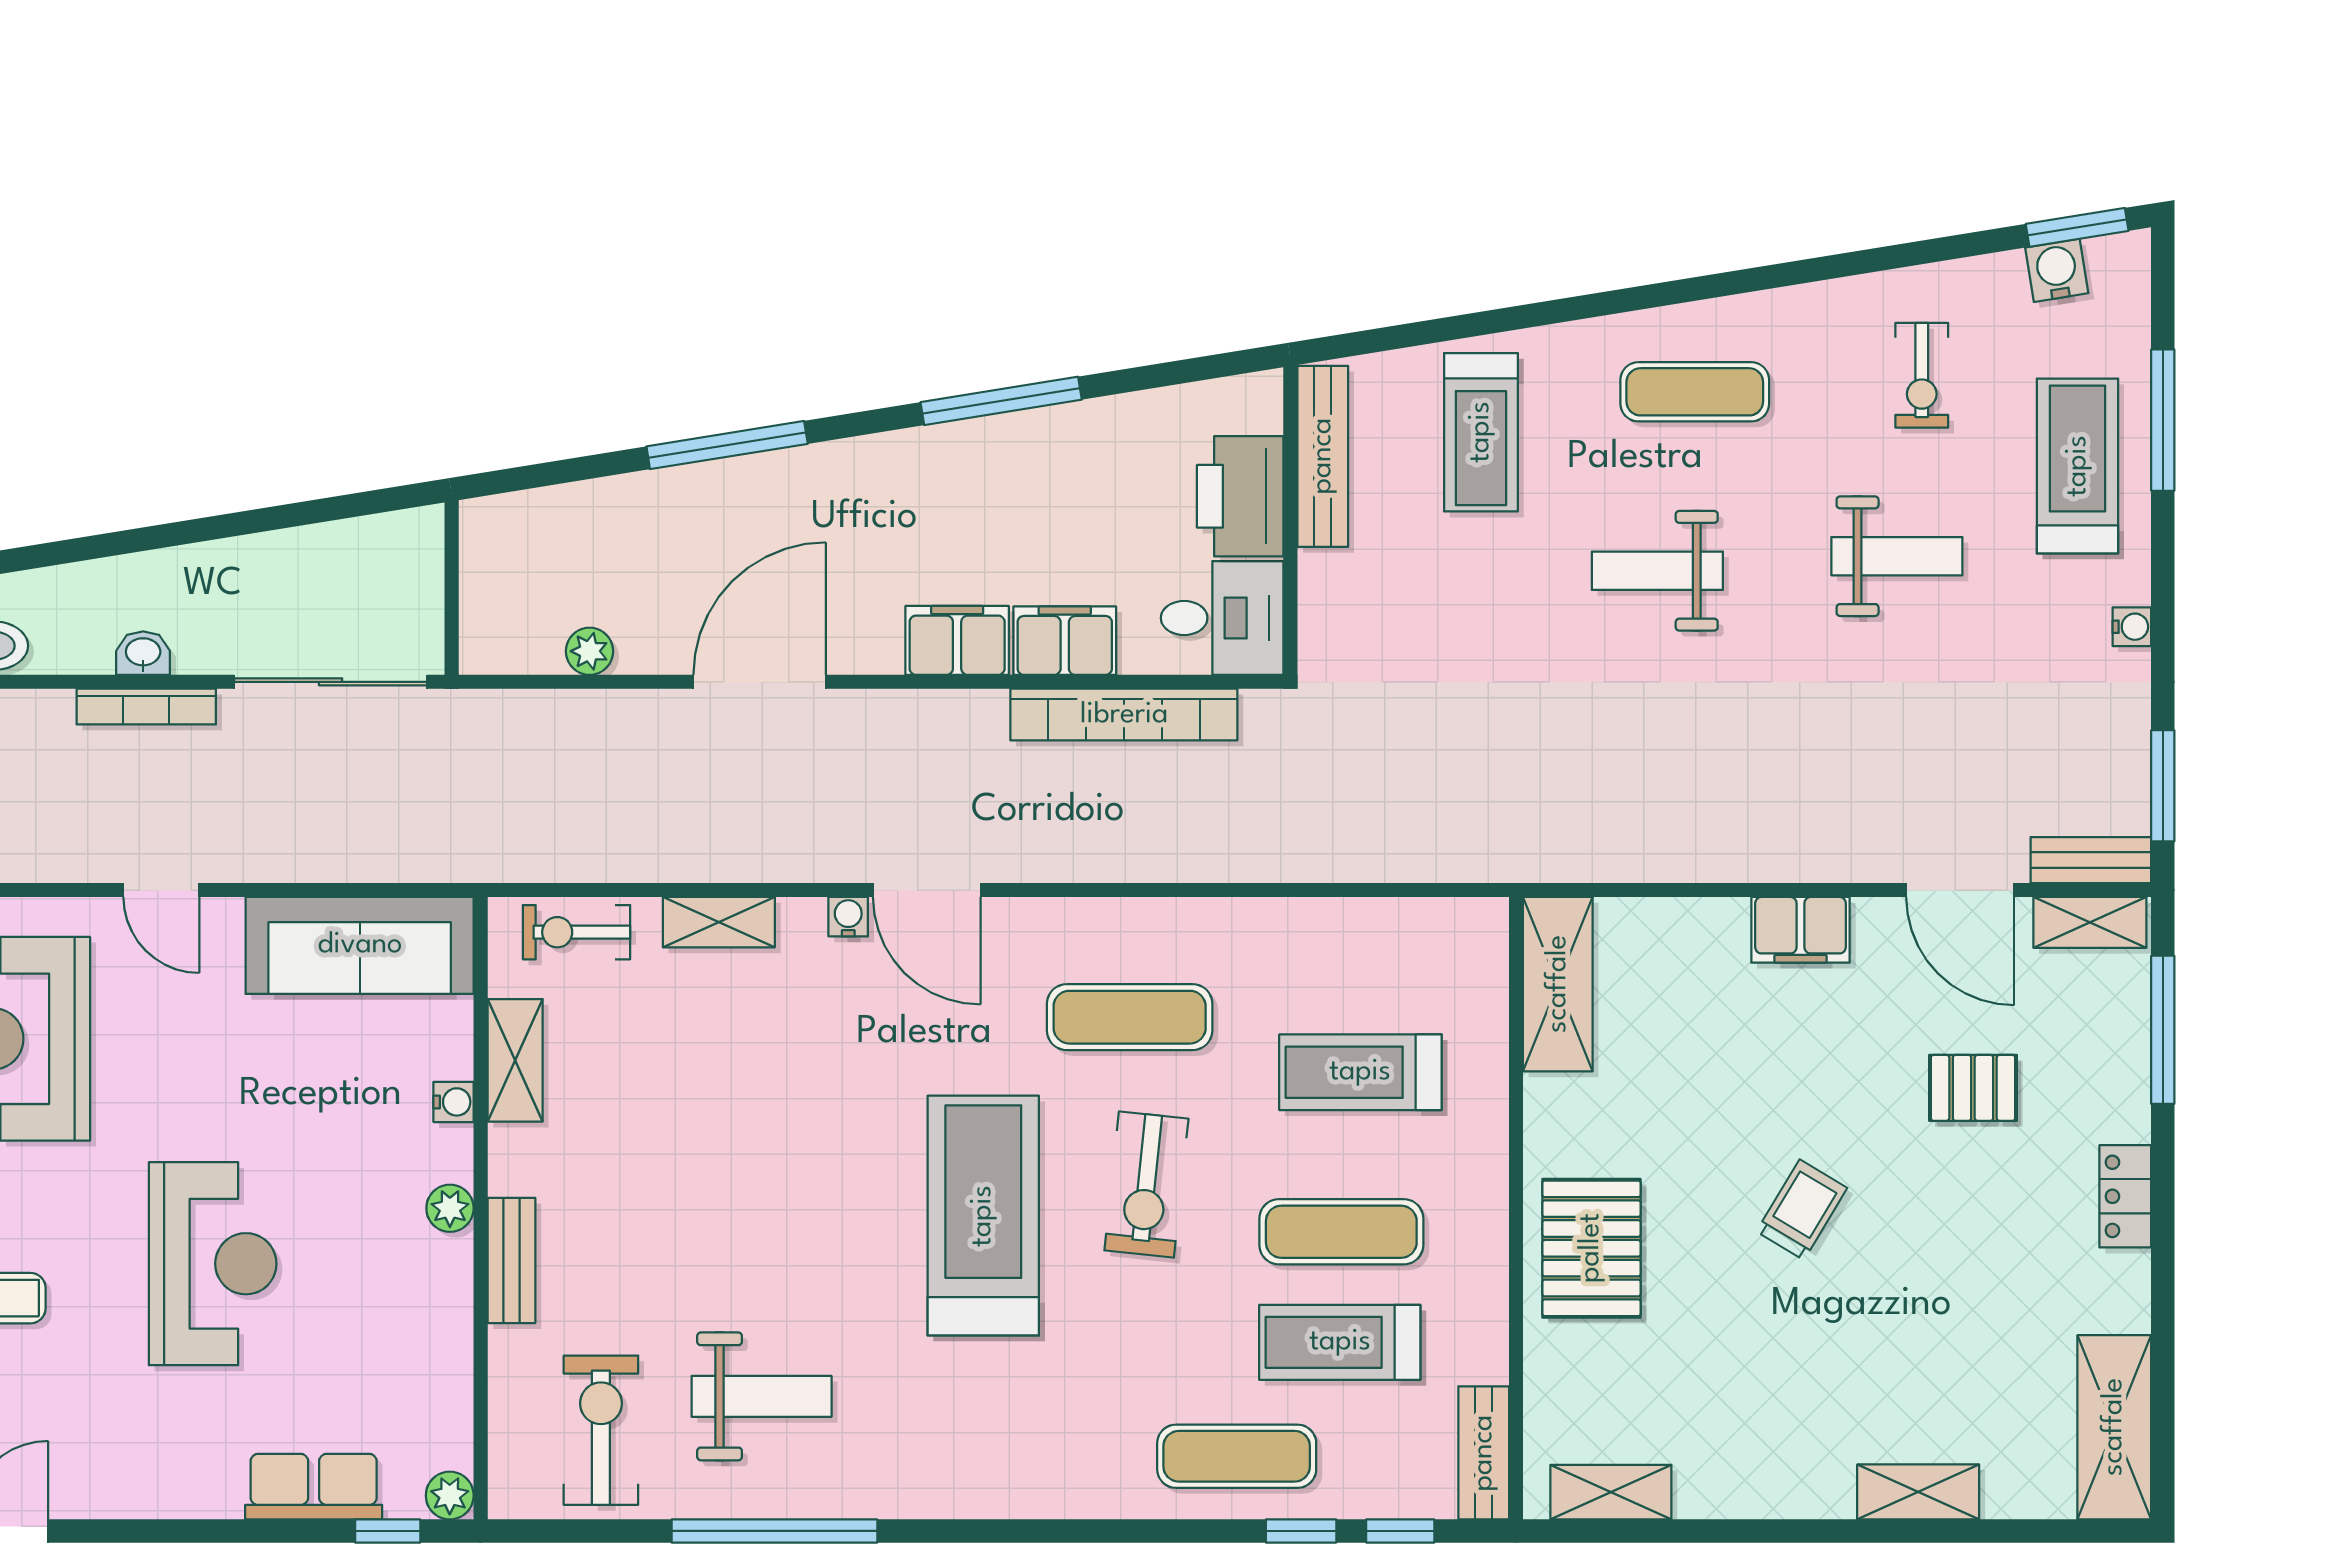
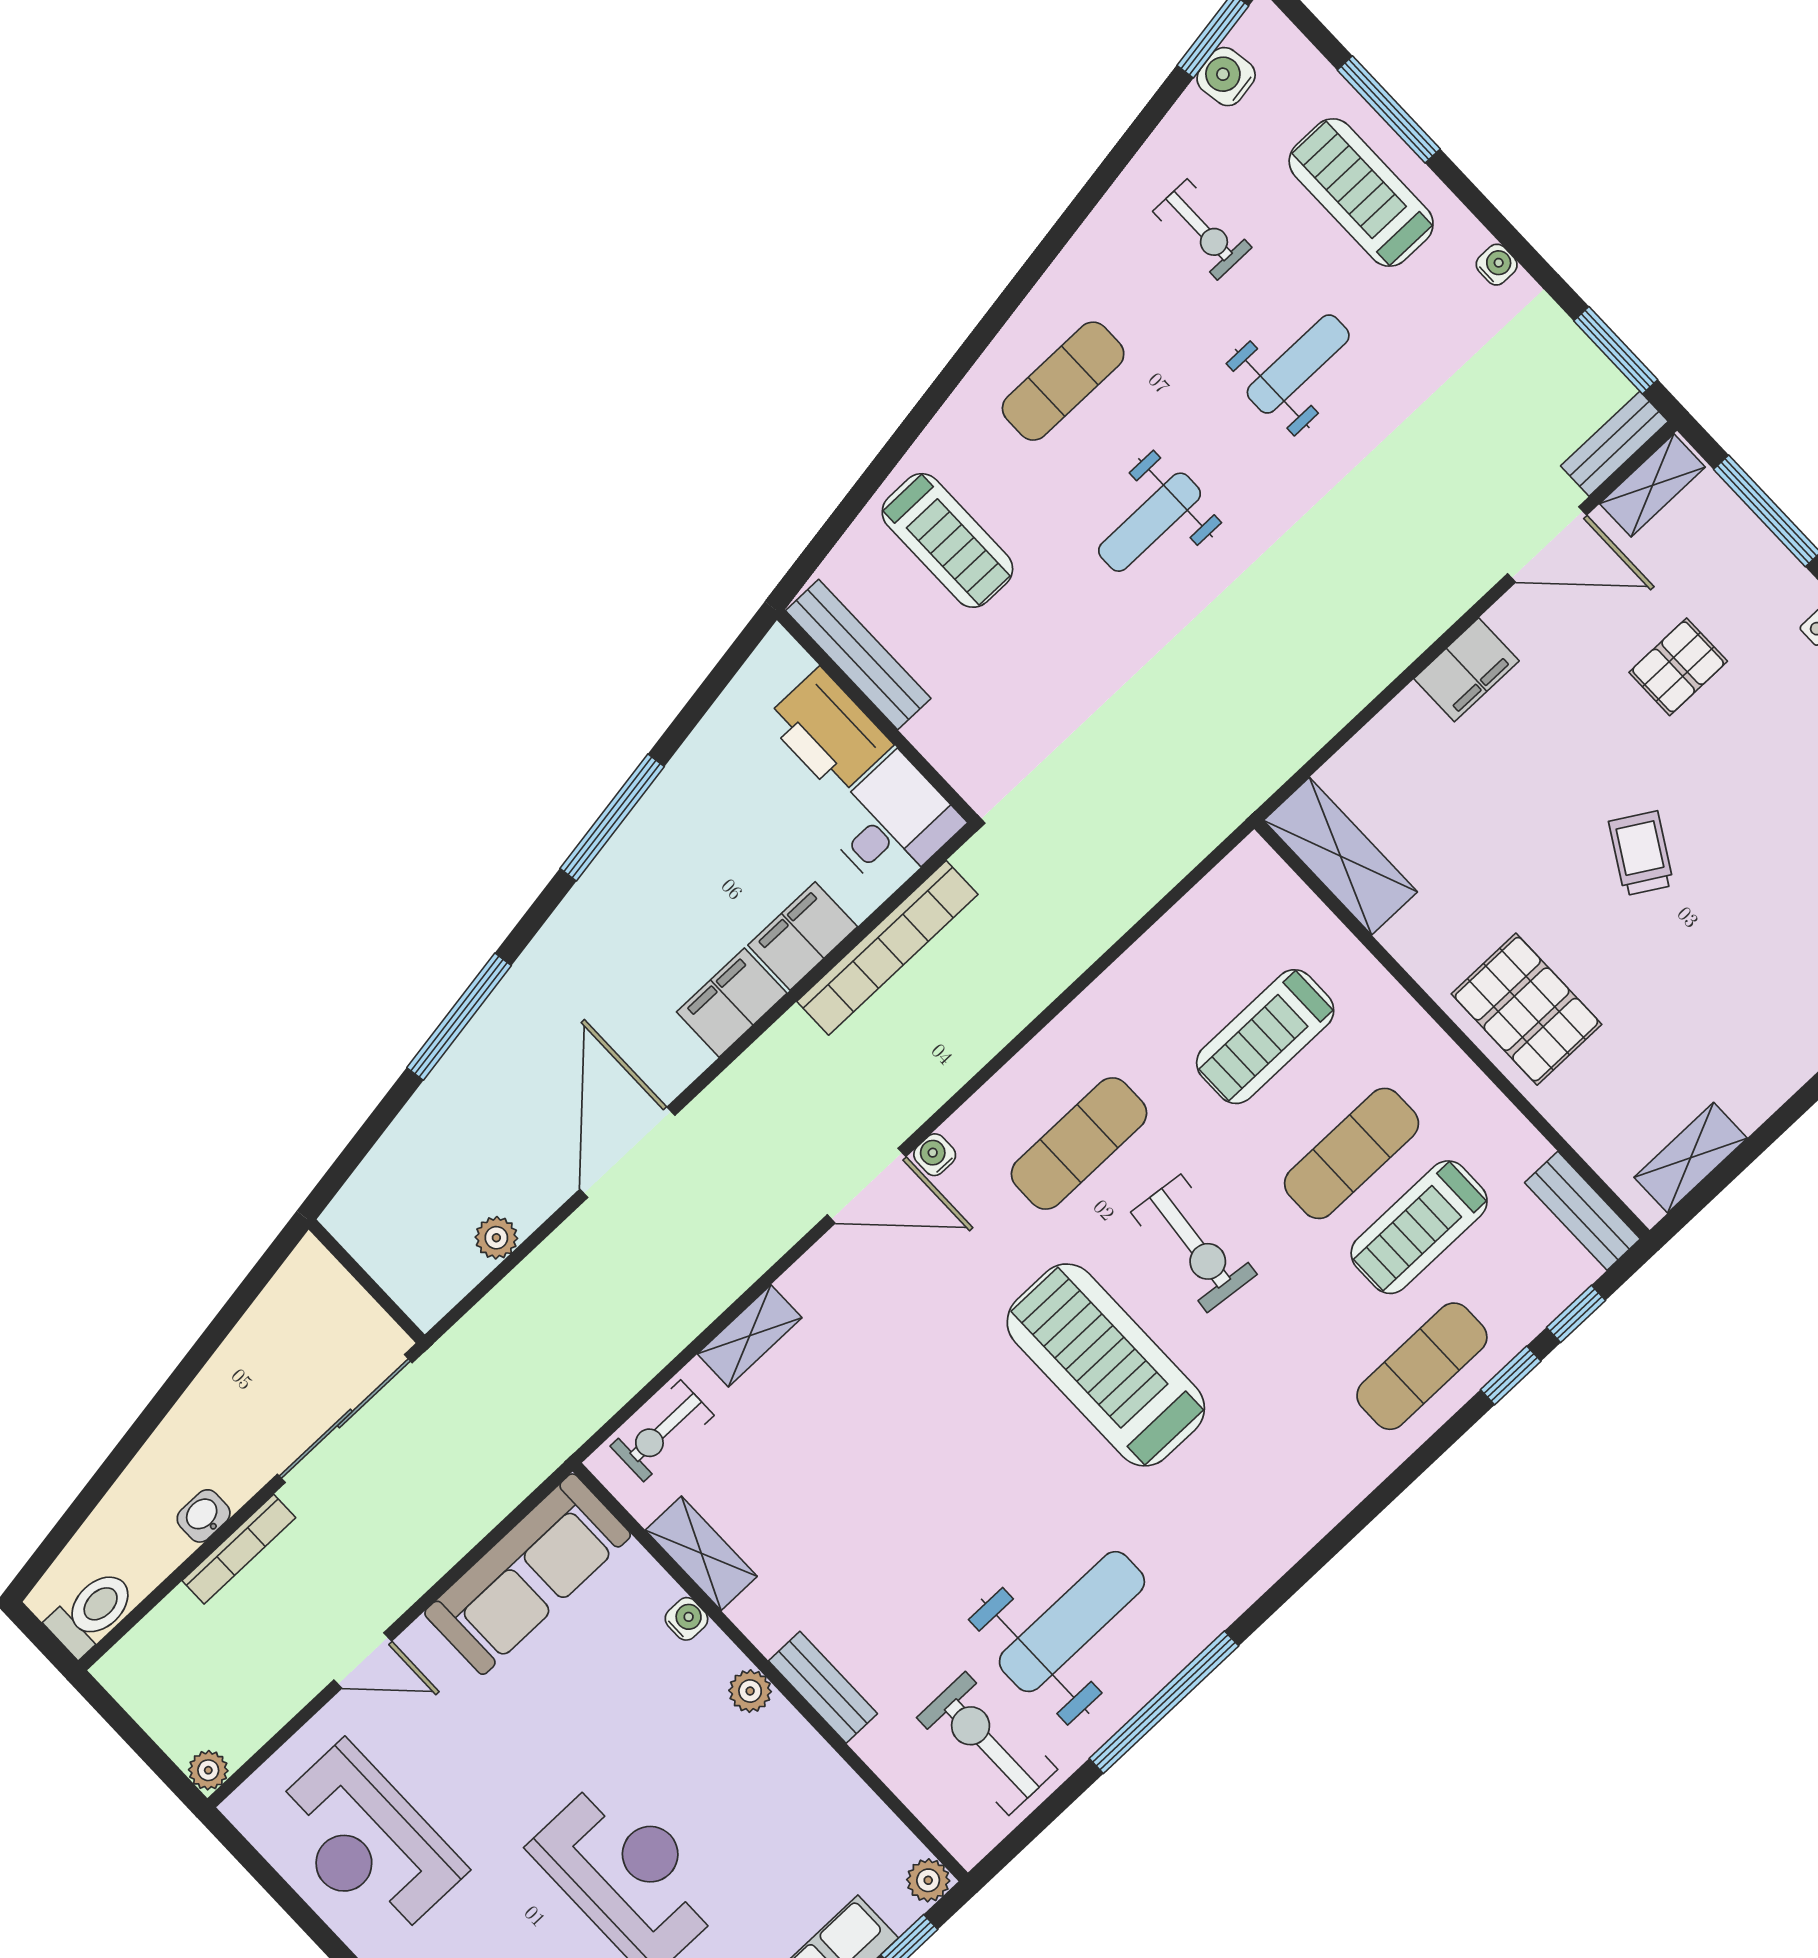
water cooler: (848, 917) -> (935, 1155), moved
weight bench: (762, 1396) -> (1072, 1622), width x1.36, depth x1.33

